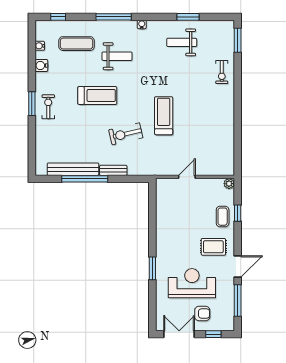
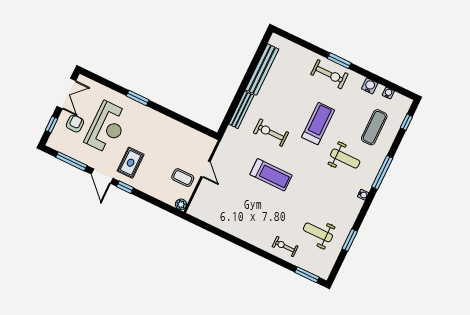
weight bench: (182, 42) -> (318, 232), moved, turned -90
weight bench: (117, 56) -> (345, 158), turned -90
treadmill: (97, 95) -> (318, 124), turned 180
exercise bike: (48, 107) -> (329, 74), width x1.38, depth x1.39
exercise bike: (126, 134) -> (271, 133), turned -77
bench: (113, 170) -> (241, 110), width x1.36
window: (85, 179) -> (248, 76), removed
window: (238, 213) -> (125, 187), moved
coffee table: (223, 217) -> (183, 178), moved
armchair: (202, 314) -> (75, 124), turned 180

